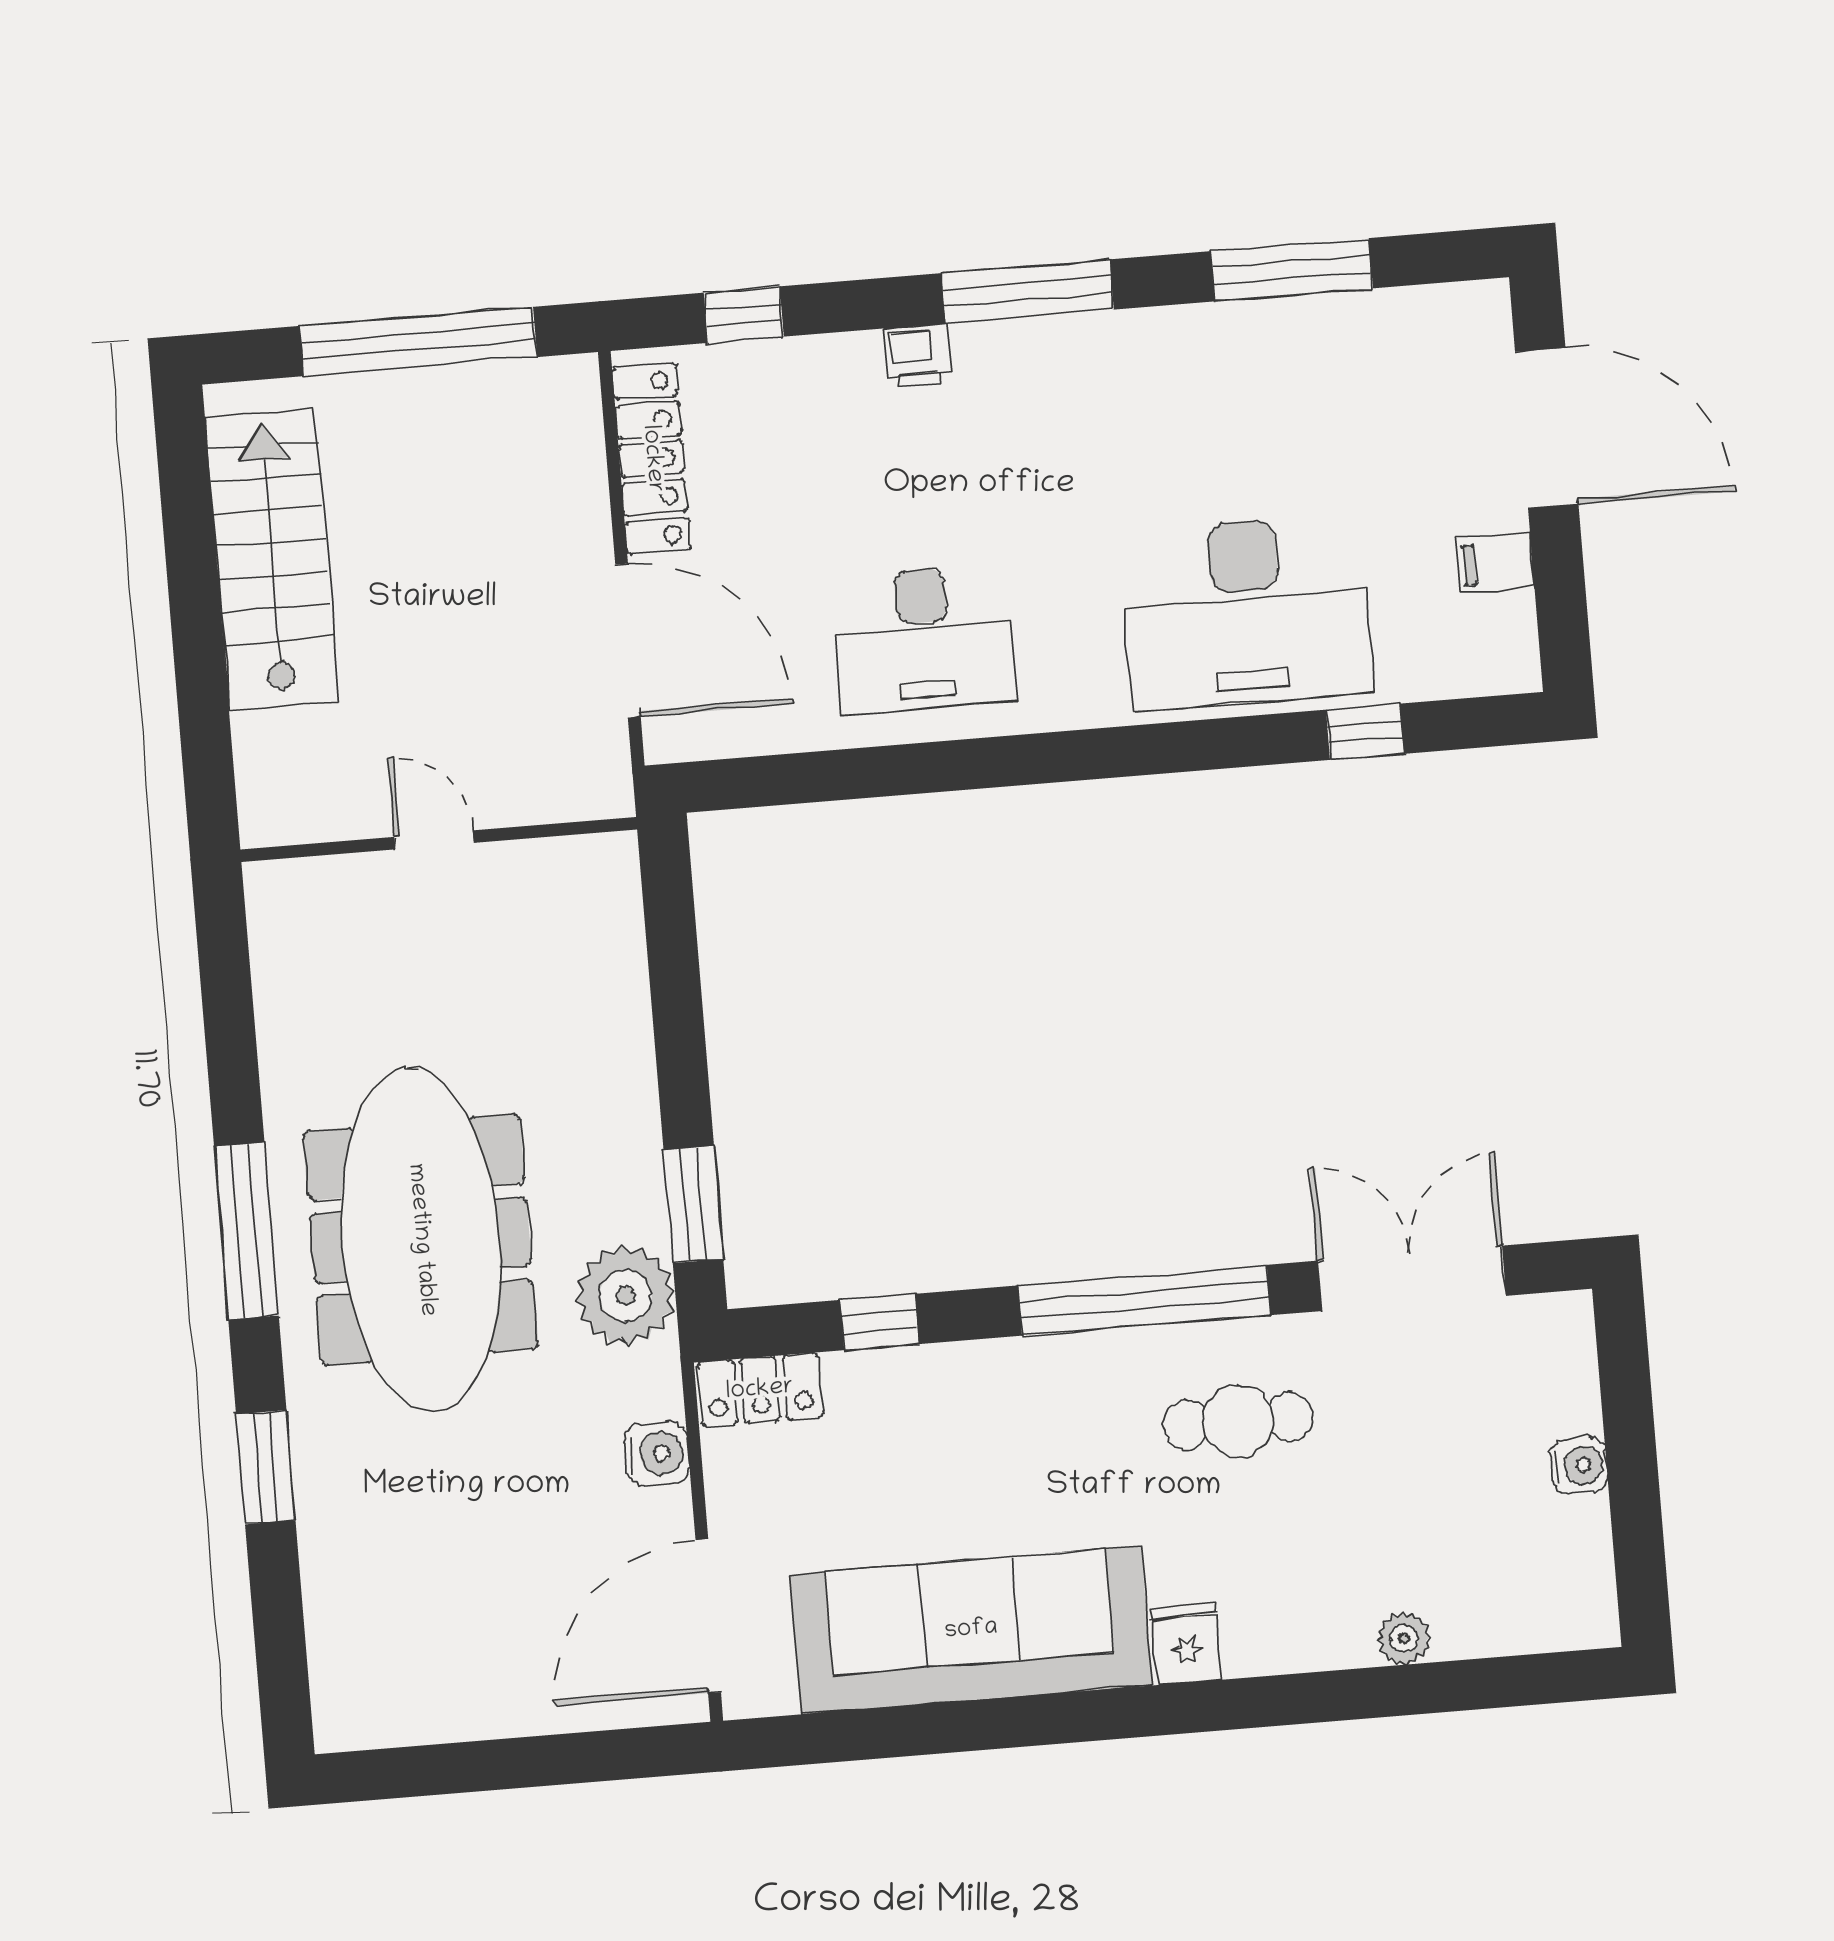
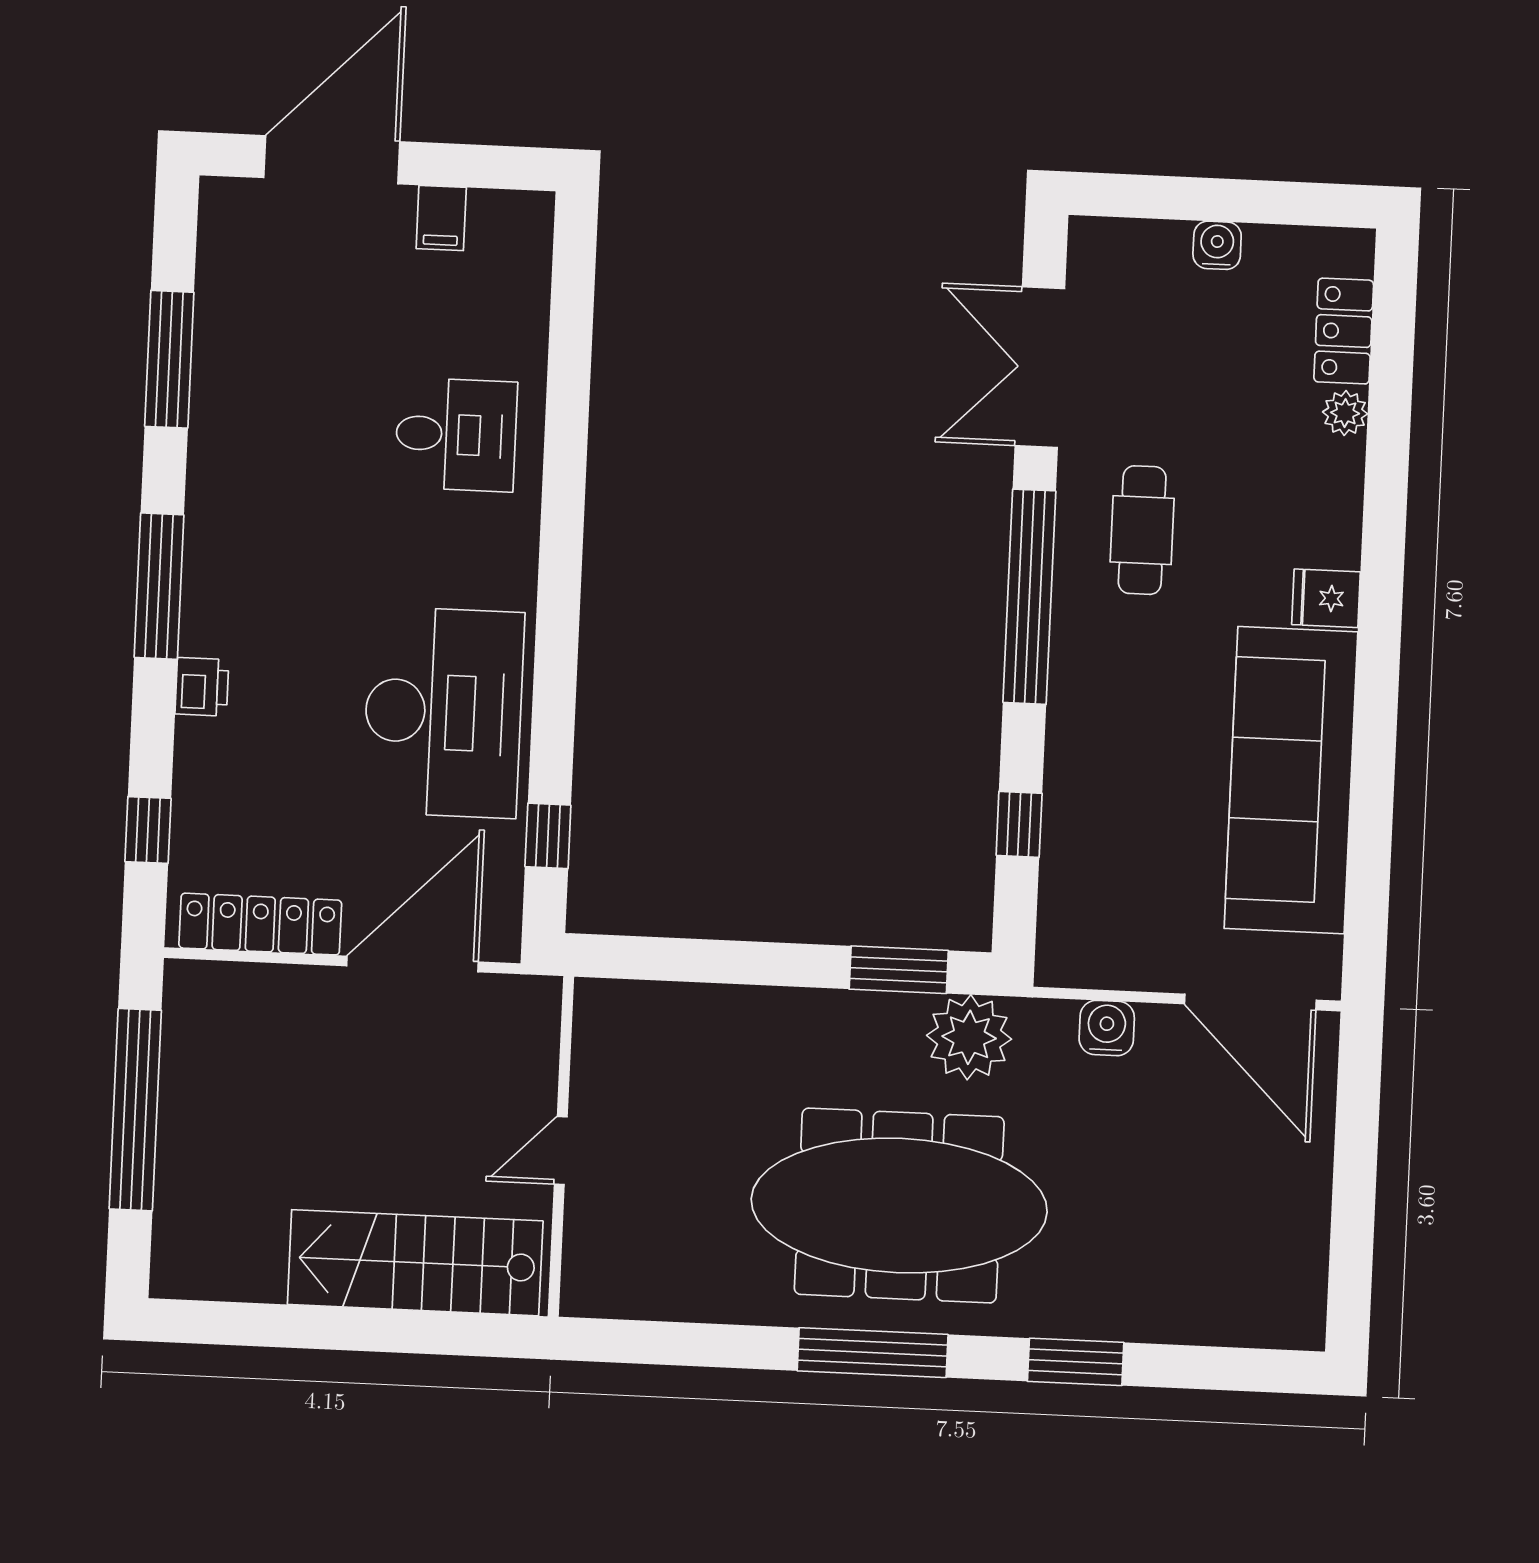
stairs: (272, 559) -> (415, 1263), moved
desk: (1247, 612) -> (456, 435), width x0.53, depth x0.77
desk: (924, 639) -> (443, 712), width x1.36, depth x1.30
window: (1365, 732) -> (548, 836), moved
locker: (760, 1390) -> (1344, 331), moved, turned 180

